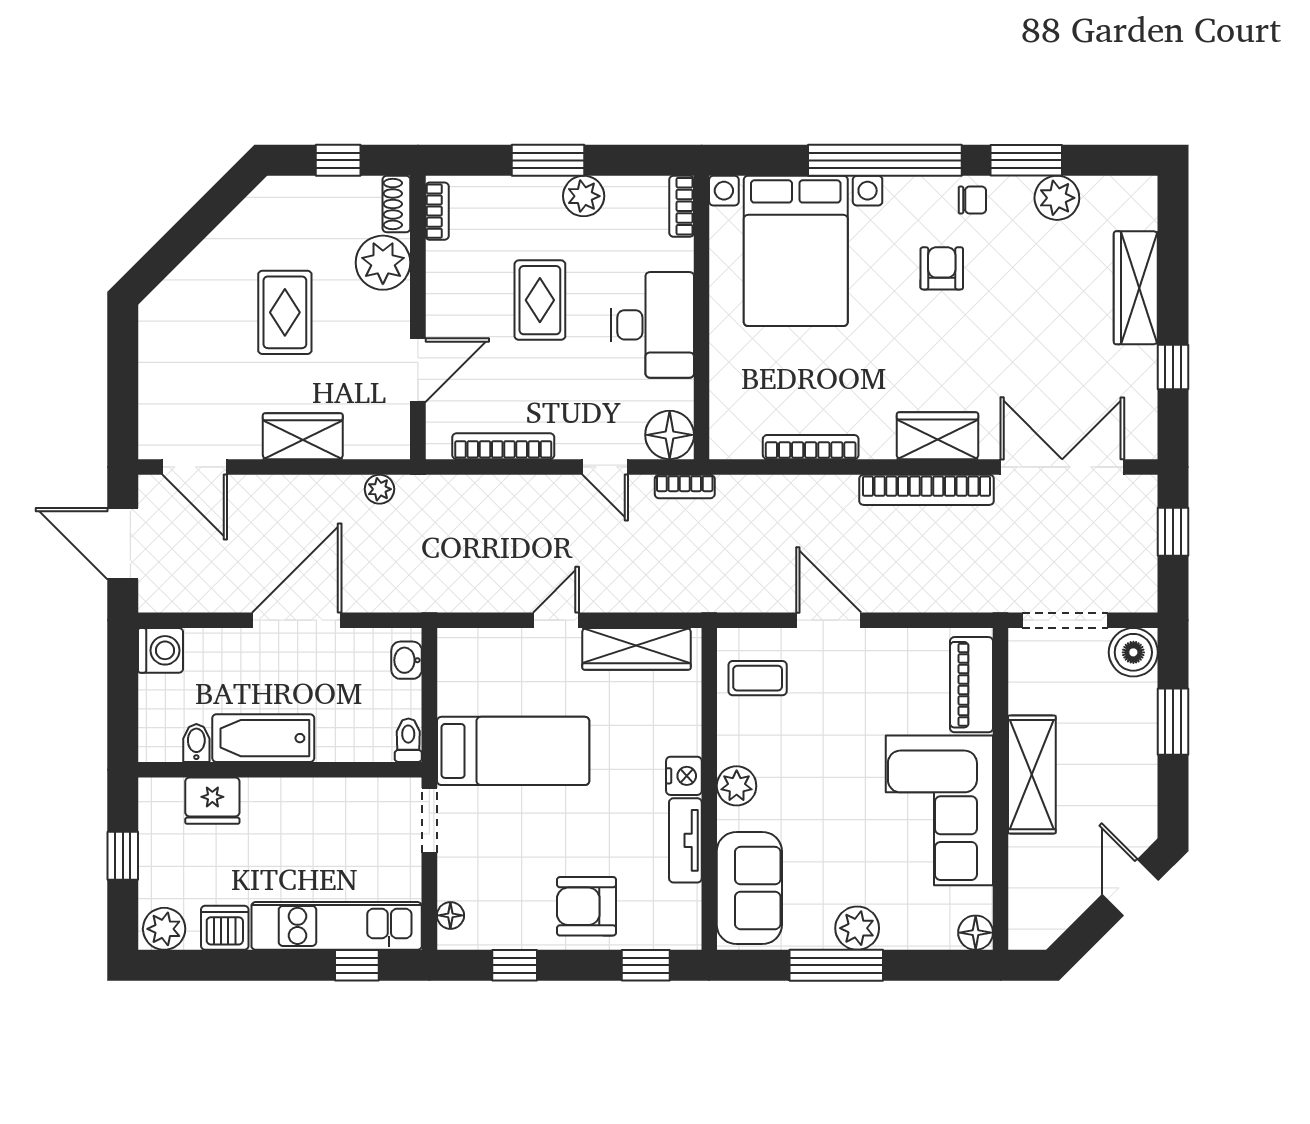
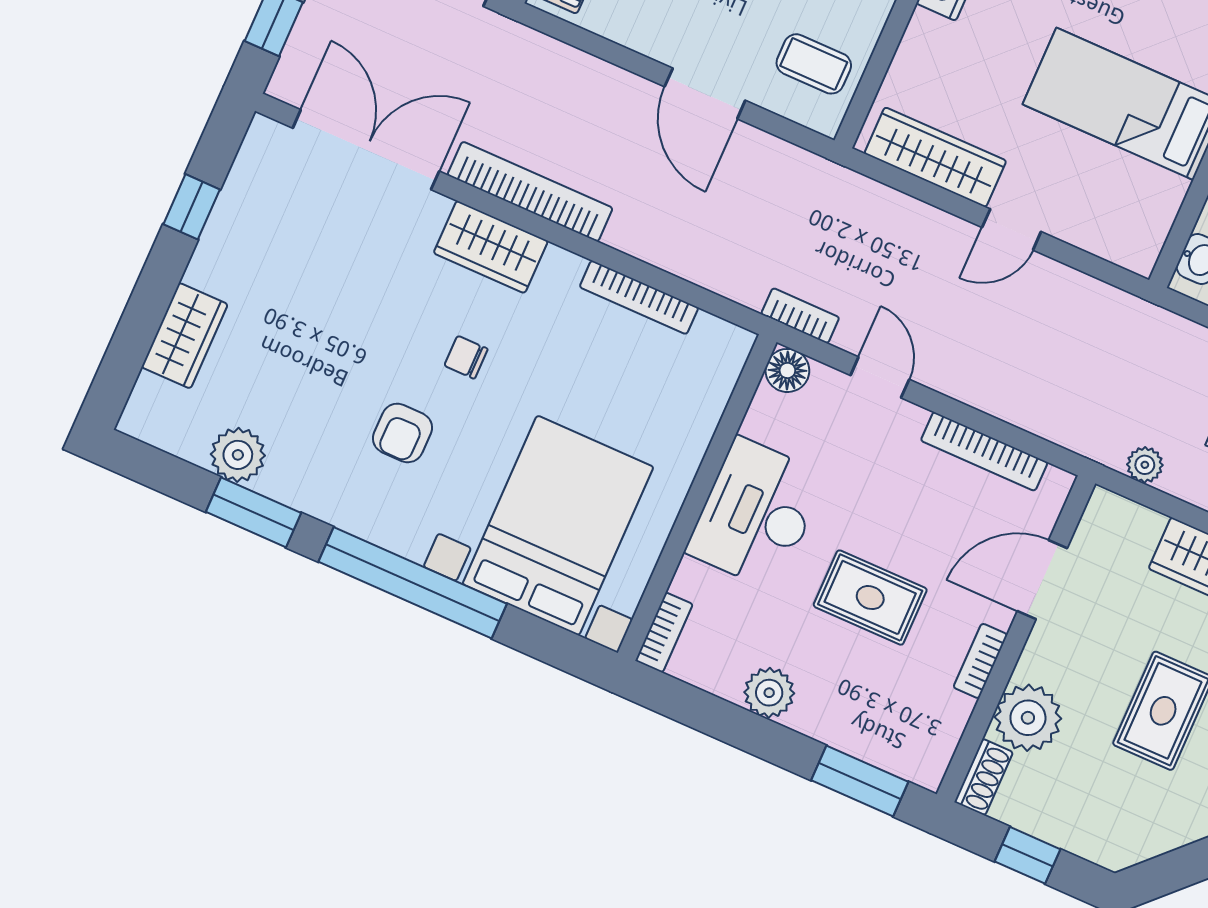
window: (548, 160) -> (860, 781), moved
chair: (972, 200) -> (466, 357), moved
bookcase: (437, 211) -> (980, 661), moved
wardrobe: (1136, 288) -> (185, 336), width x0.67
rug: (540, 300) -> (870, 598), turned 90
floor lamp: (670, 435) -> (787, 370), width x0.73, depth x0.73
double door: (1062, 467) -> (366, 150), swing flipped

